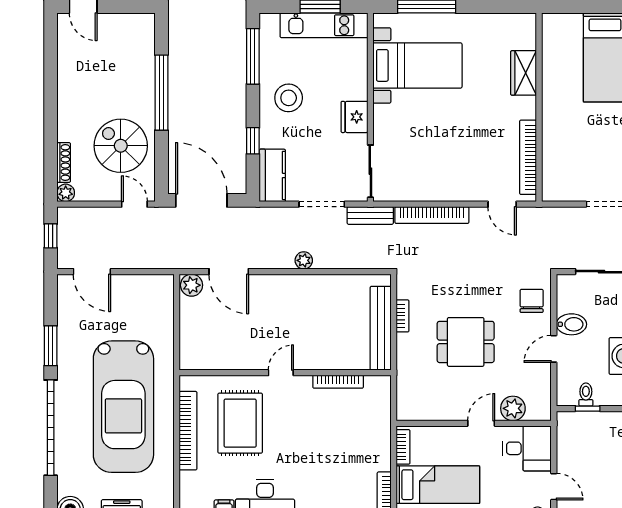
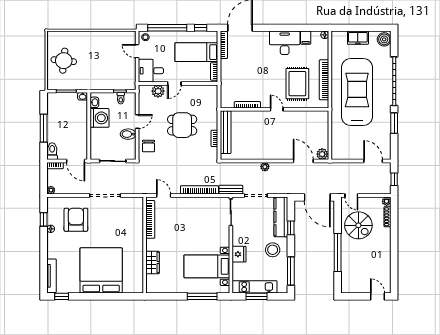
fridge: (355, 117) -> (239, 254), moved
kitchen counter: (272, 175) -> (281, 217), width x1.50
door: (281, 373) -> (277, 109), swing flipped

